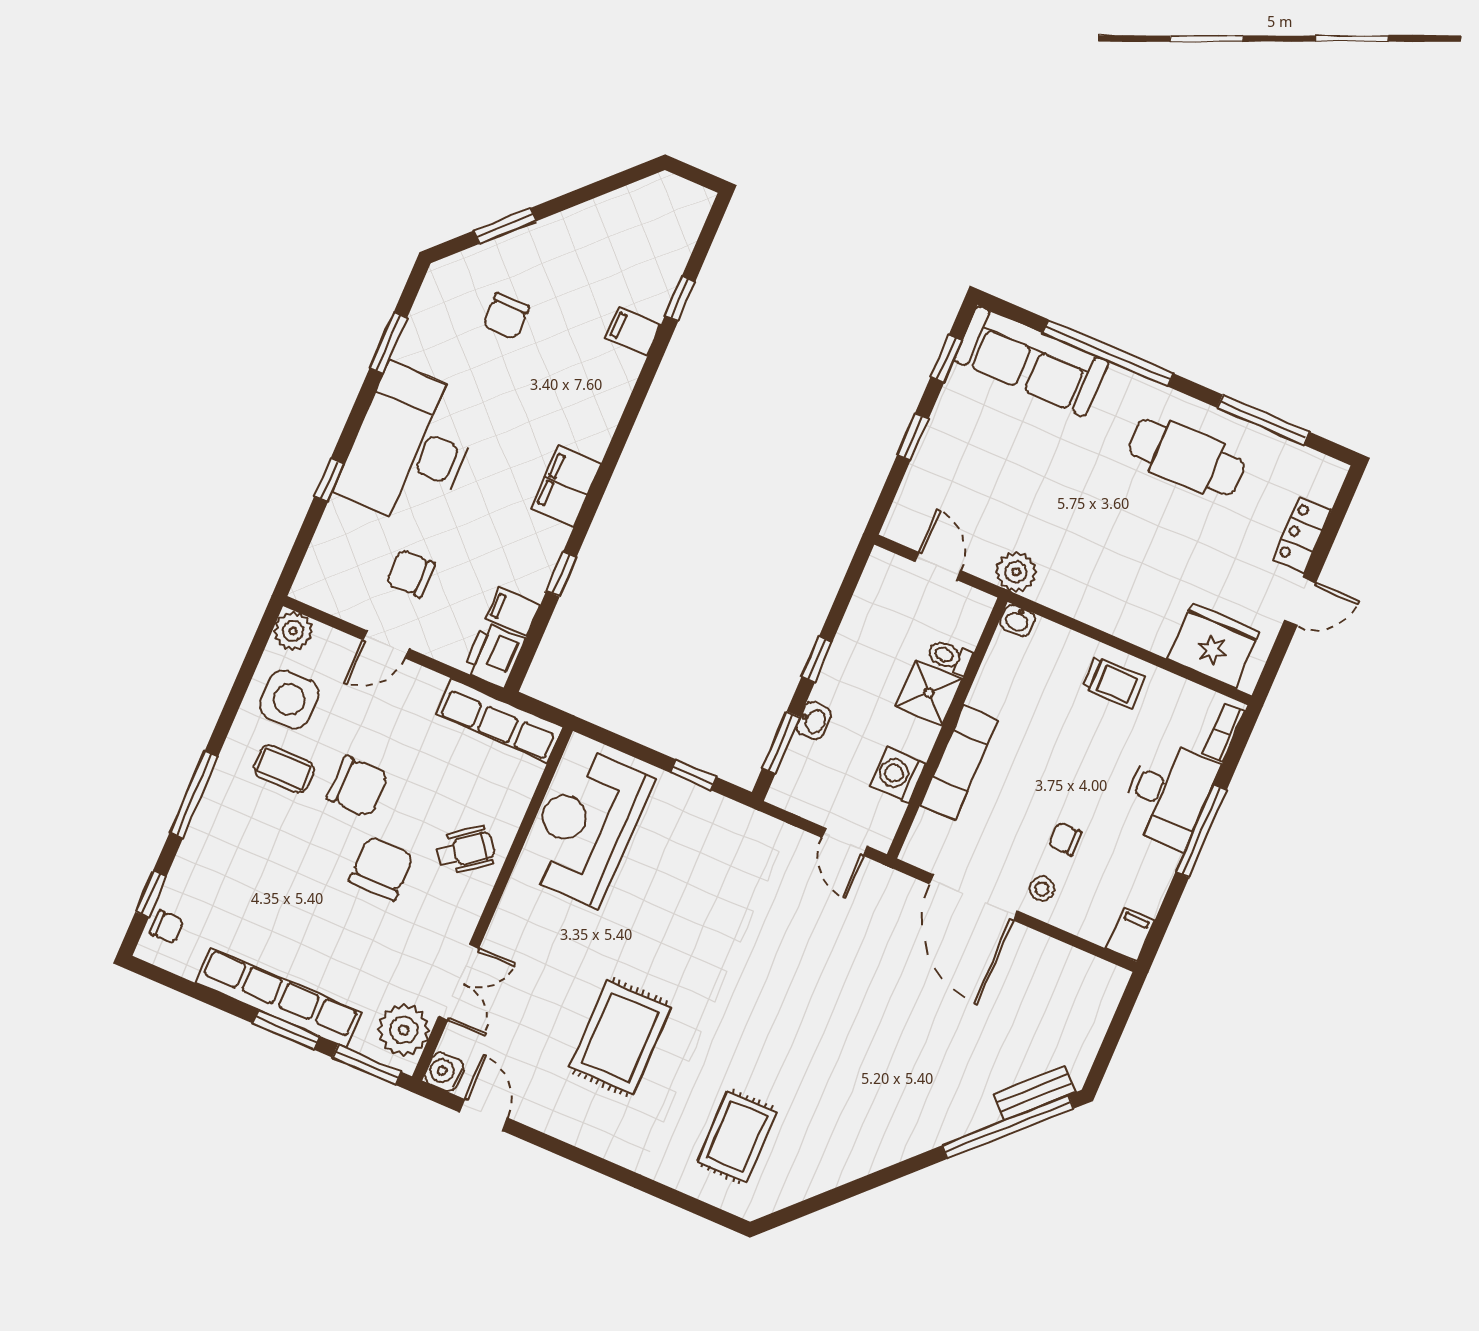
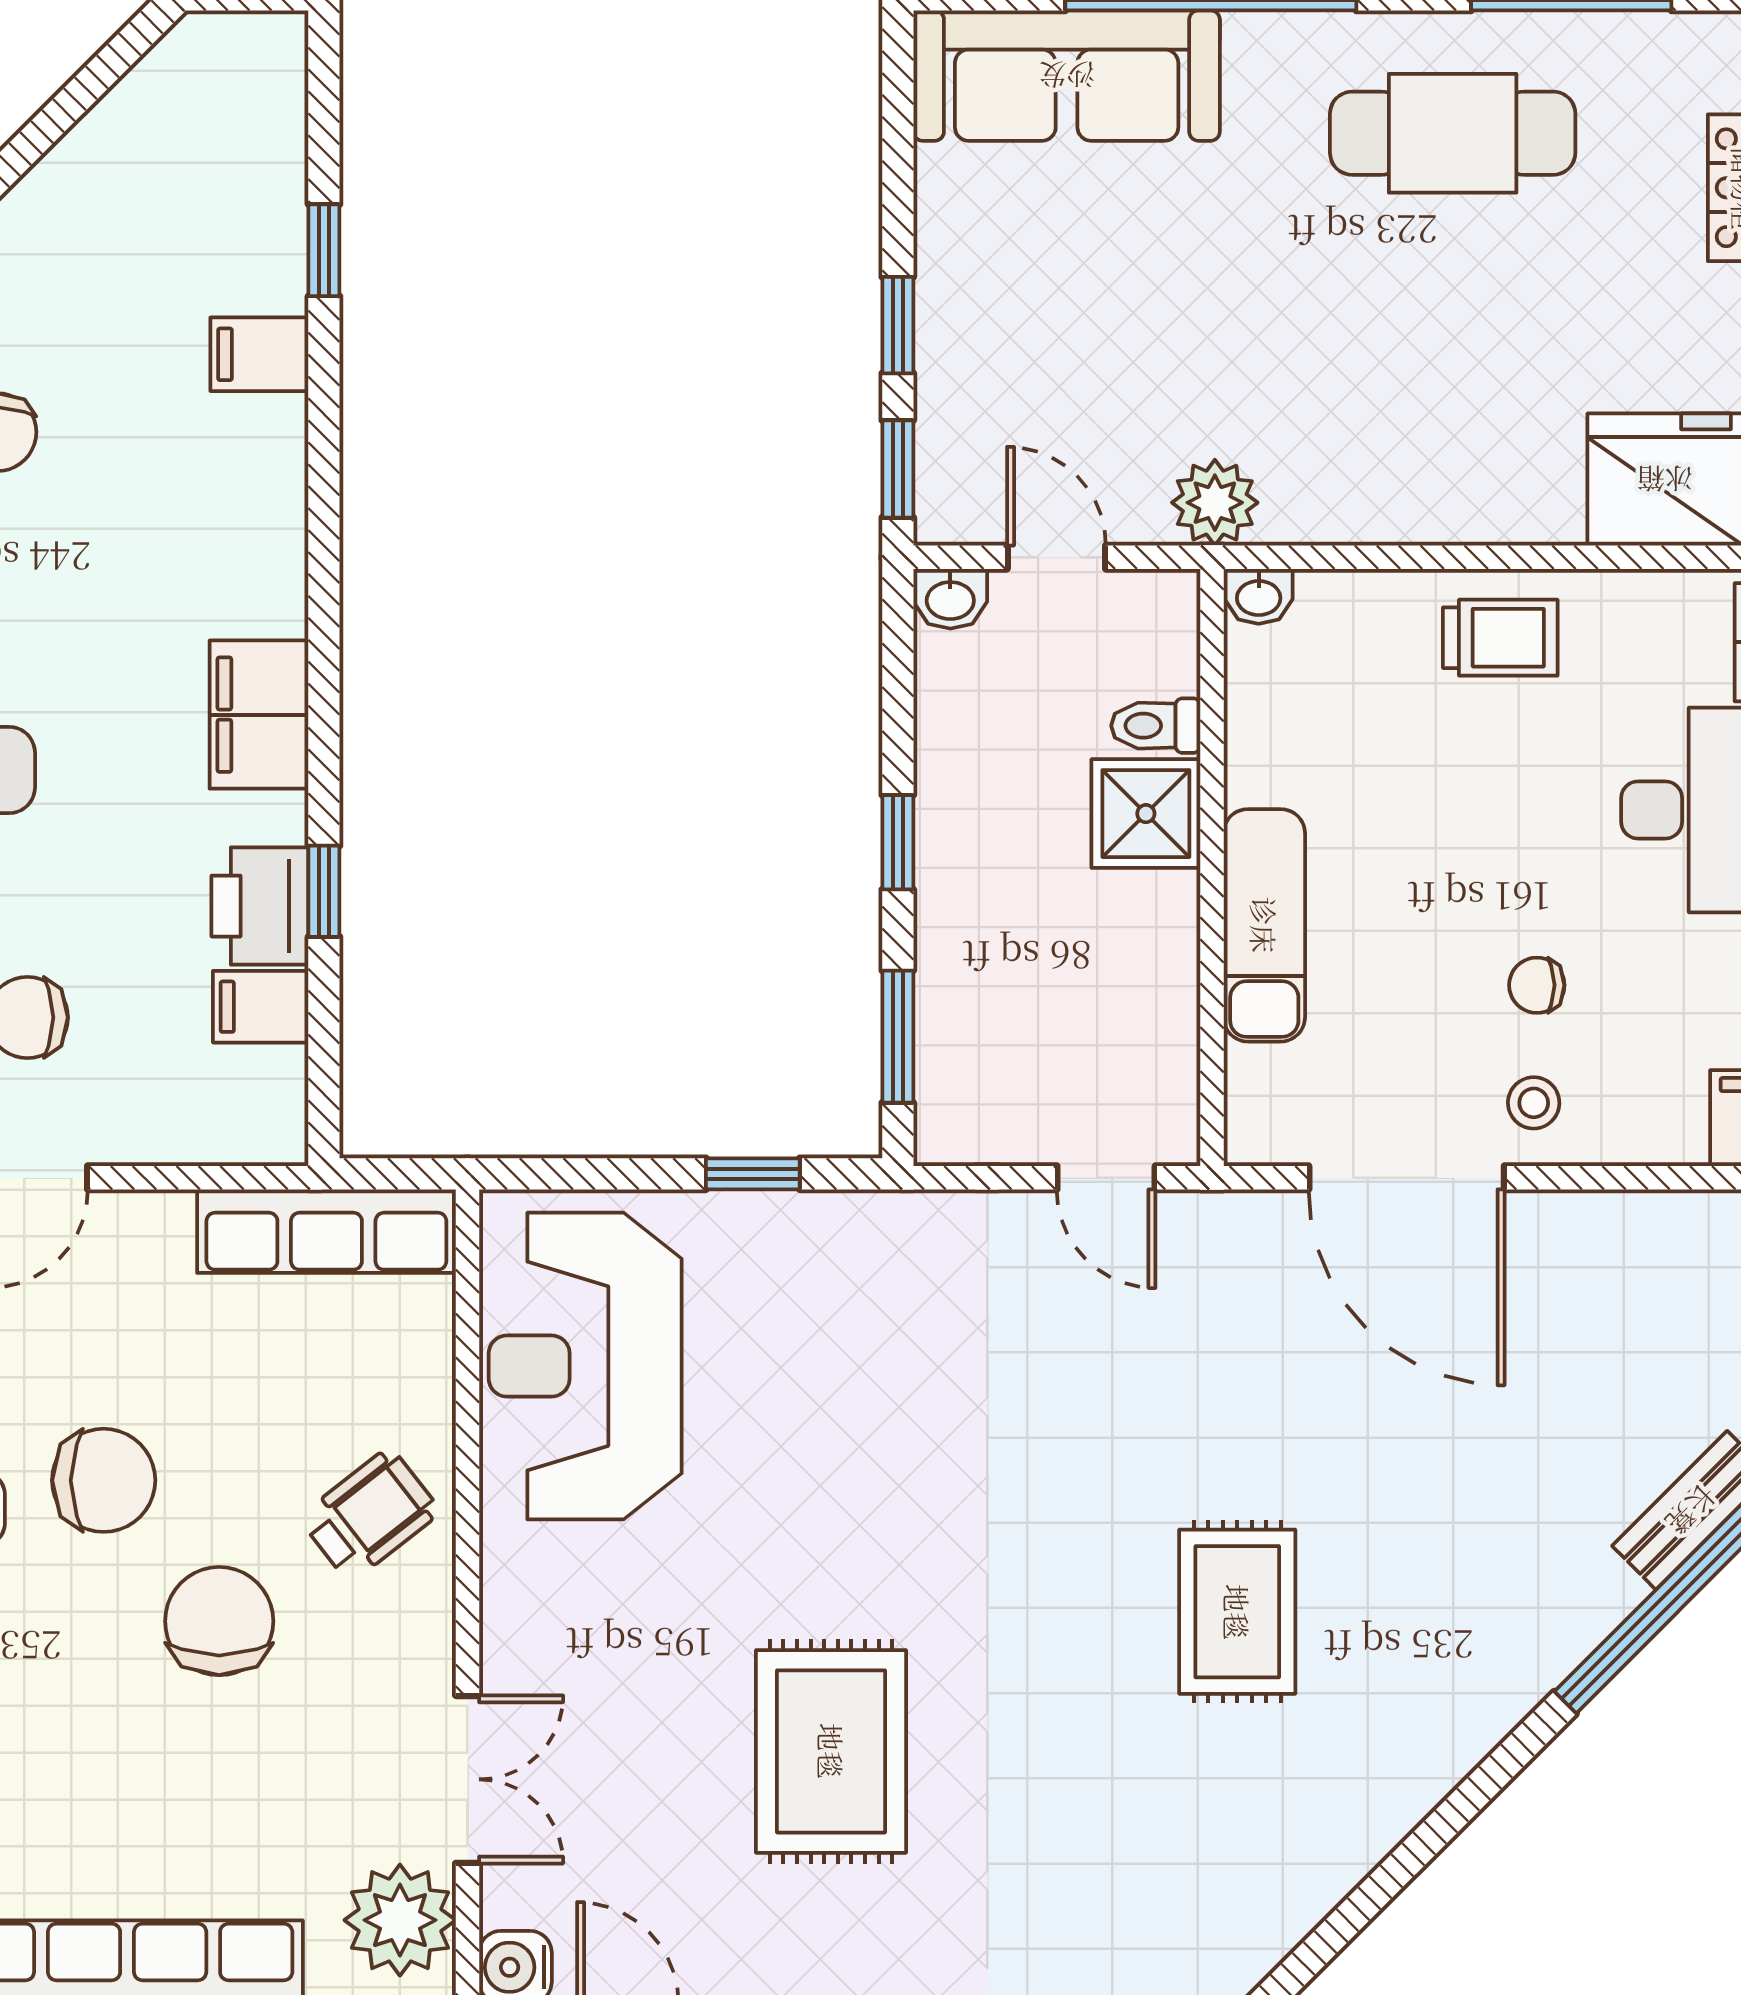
window: (946, 359) -> (898, 469), moved
printer: (494, 655) -> (260, 906), moved
washbasin: (814, 721) -> (950, 599), moved, turned 90
washing machine: (898, 775) -> (1154, 1001), removed
rug: (737, 1137) -> (1237, 1612), moved

